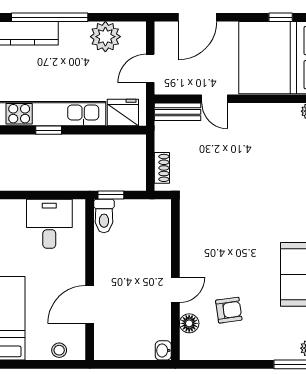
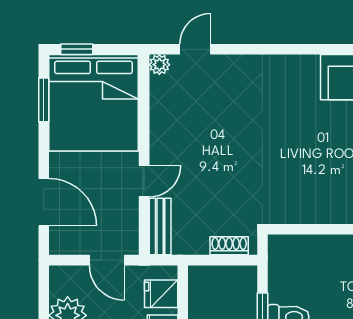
window: (281, 17) -> (44, 100), width x1.50
fridge: (123, 113) -> (161, 294), width x0.72

